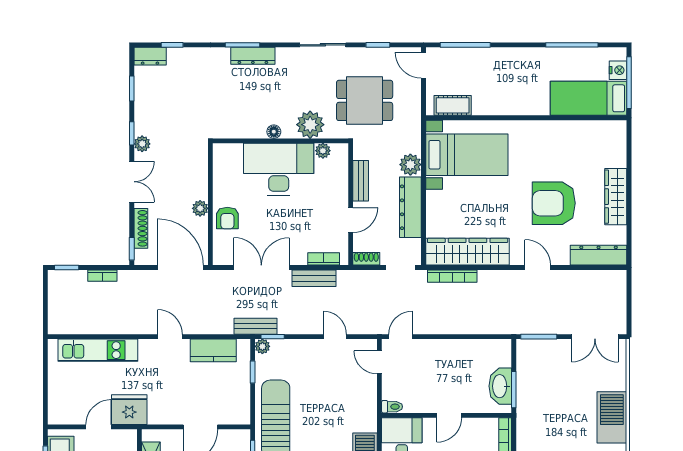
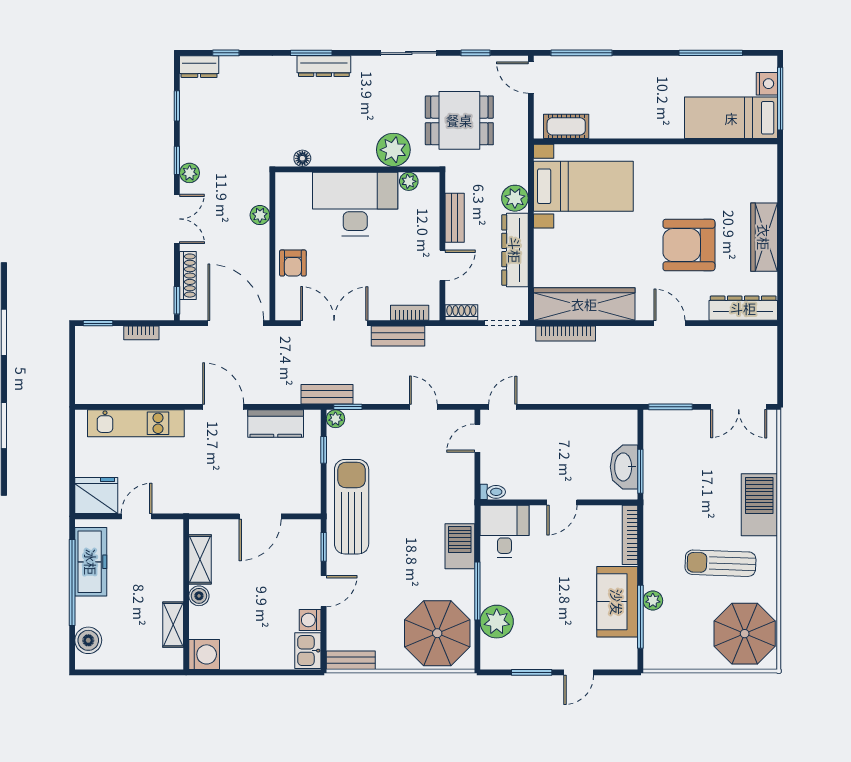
floor lamp: (274, 132) -> (302, 158), moved
plant: (200, 208) -> (260, 215), moved
door: (170, 337) -> (223, 407), width x1.38
door: (379, 362) -> (477, 438), hinge flipped
fridge: (129, 410) -> (96, 495), moved

